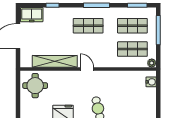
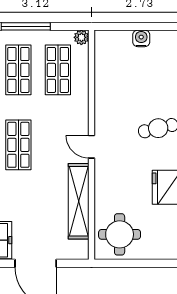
door: (87, 69) -> (92, 147), hinge flipped
water cooler: (151, 82) -> (141, 38), moved

